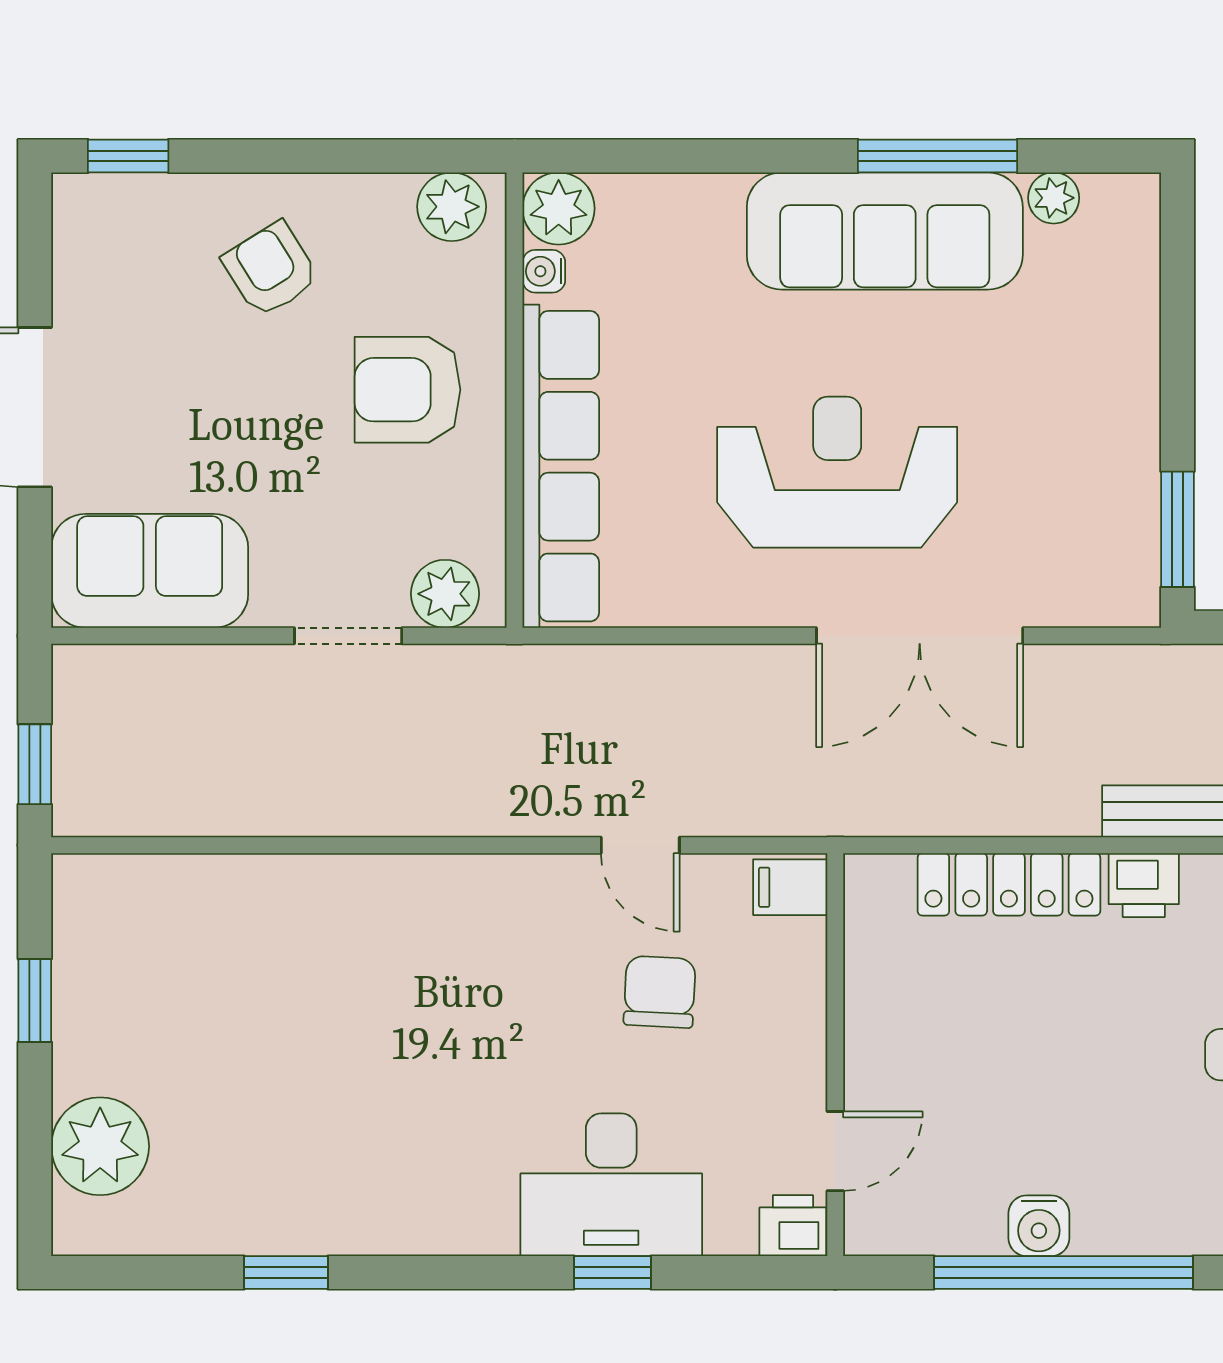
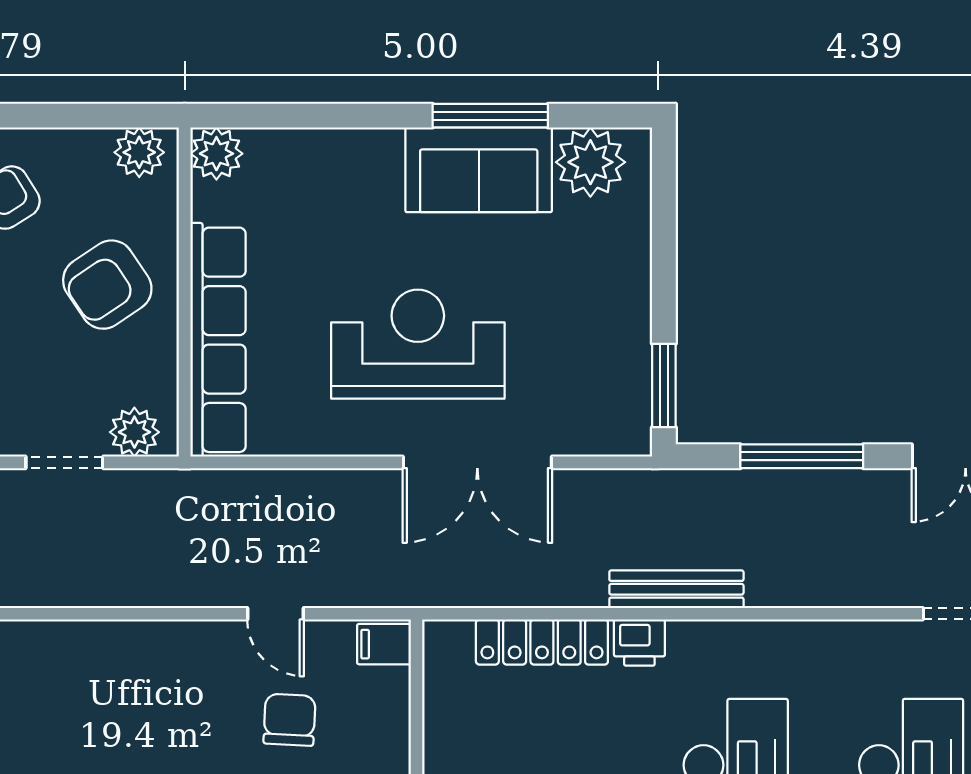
plant: (1054, 198) -> (590, 162), width x1.88, depth x1.88
sofa: (885, 231) -> (479, 170), width x0.73
water cooler: (544, 271) -> (206, 199), removed
armchair: (407, 390) -> (107, 285), turned -34

